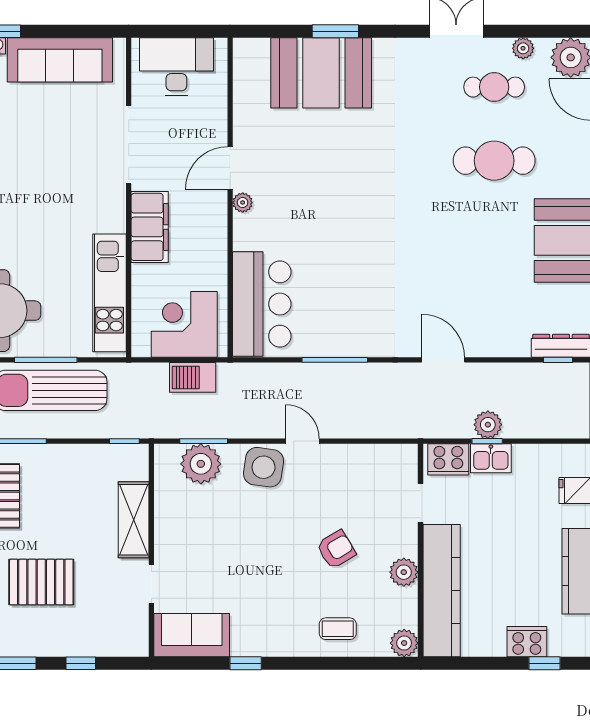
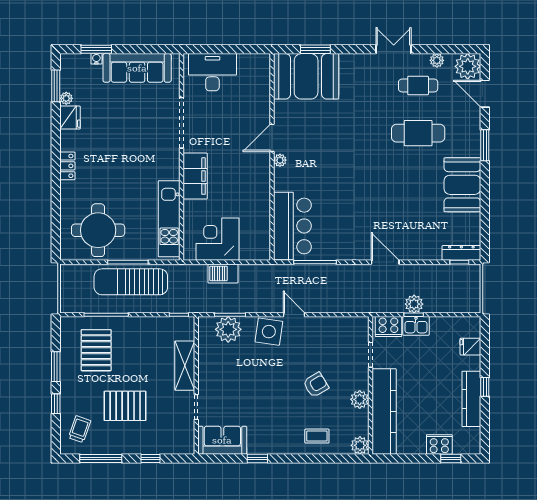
door: (230, 168) -> (272, 138), moved
wall: (230, 197) -> (272, 157), moved
plant: (243, 203) -> (280, 160), moved
bar counter: (262, 304) -> (292, 226), moved

